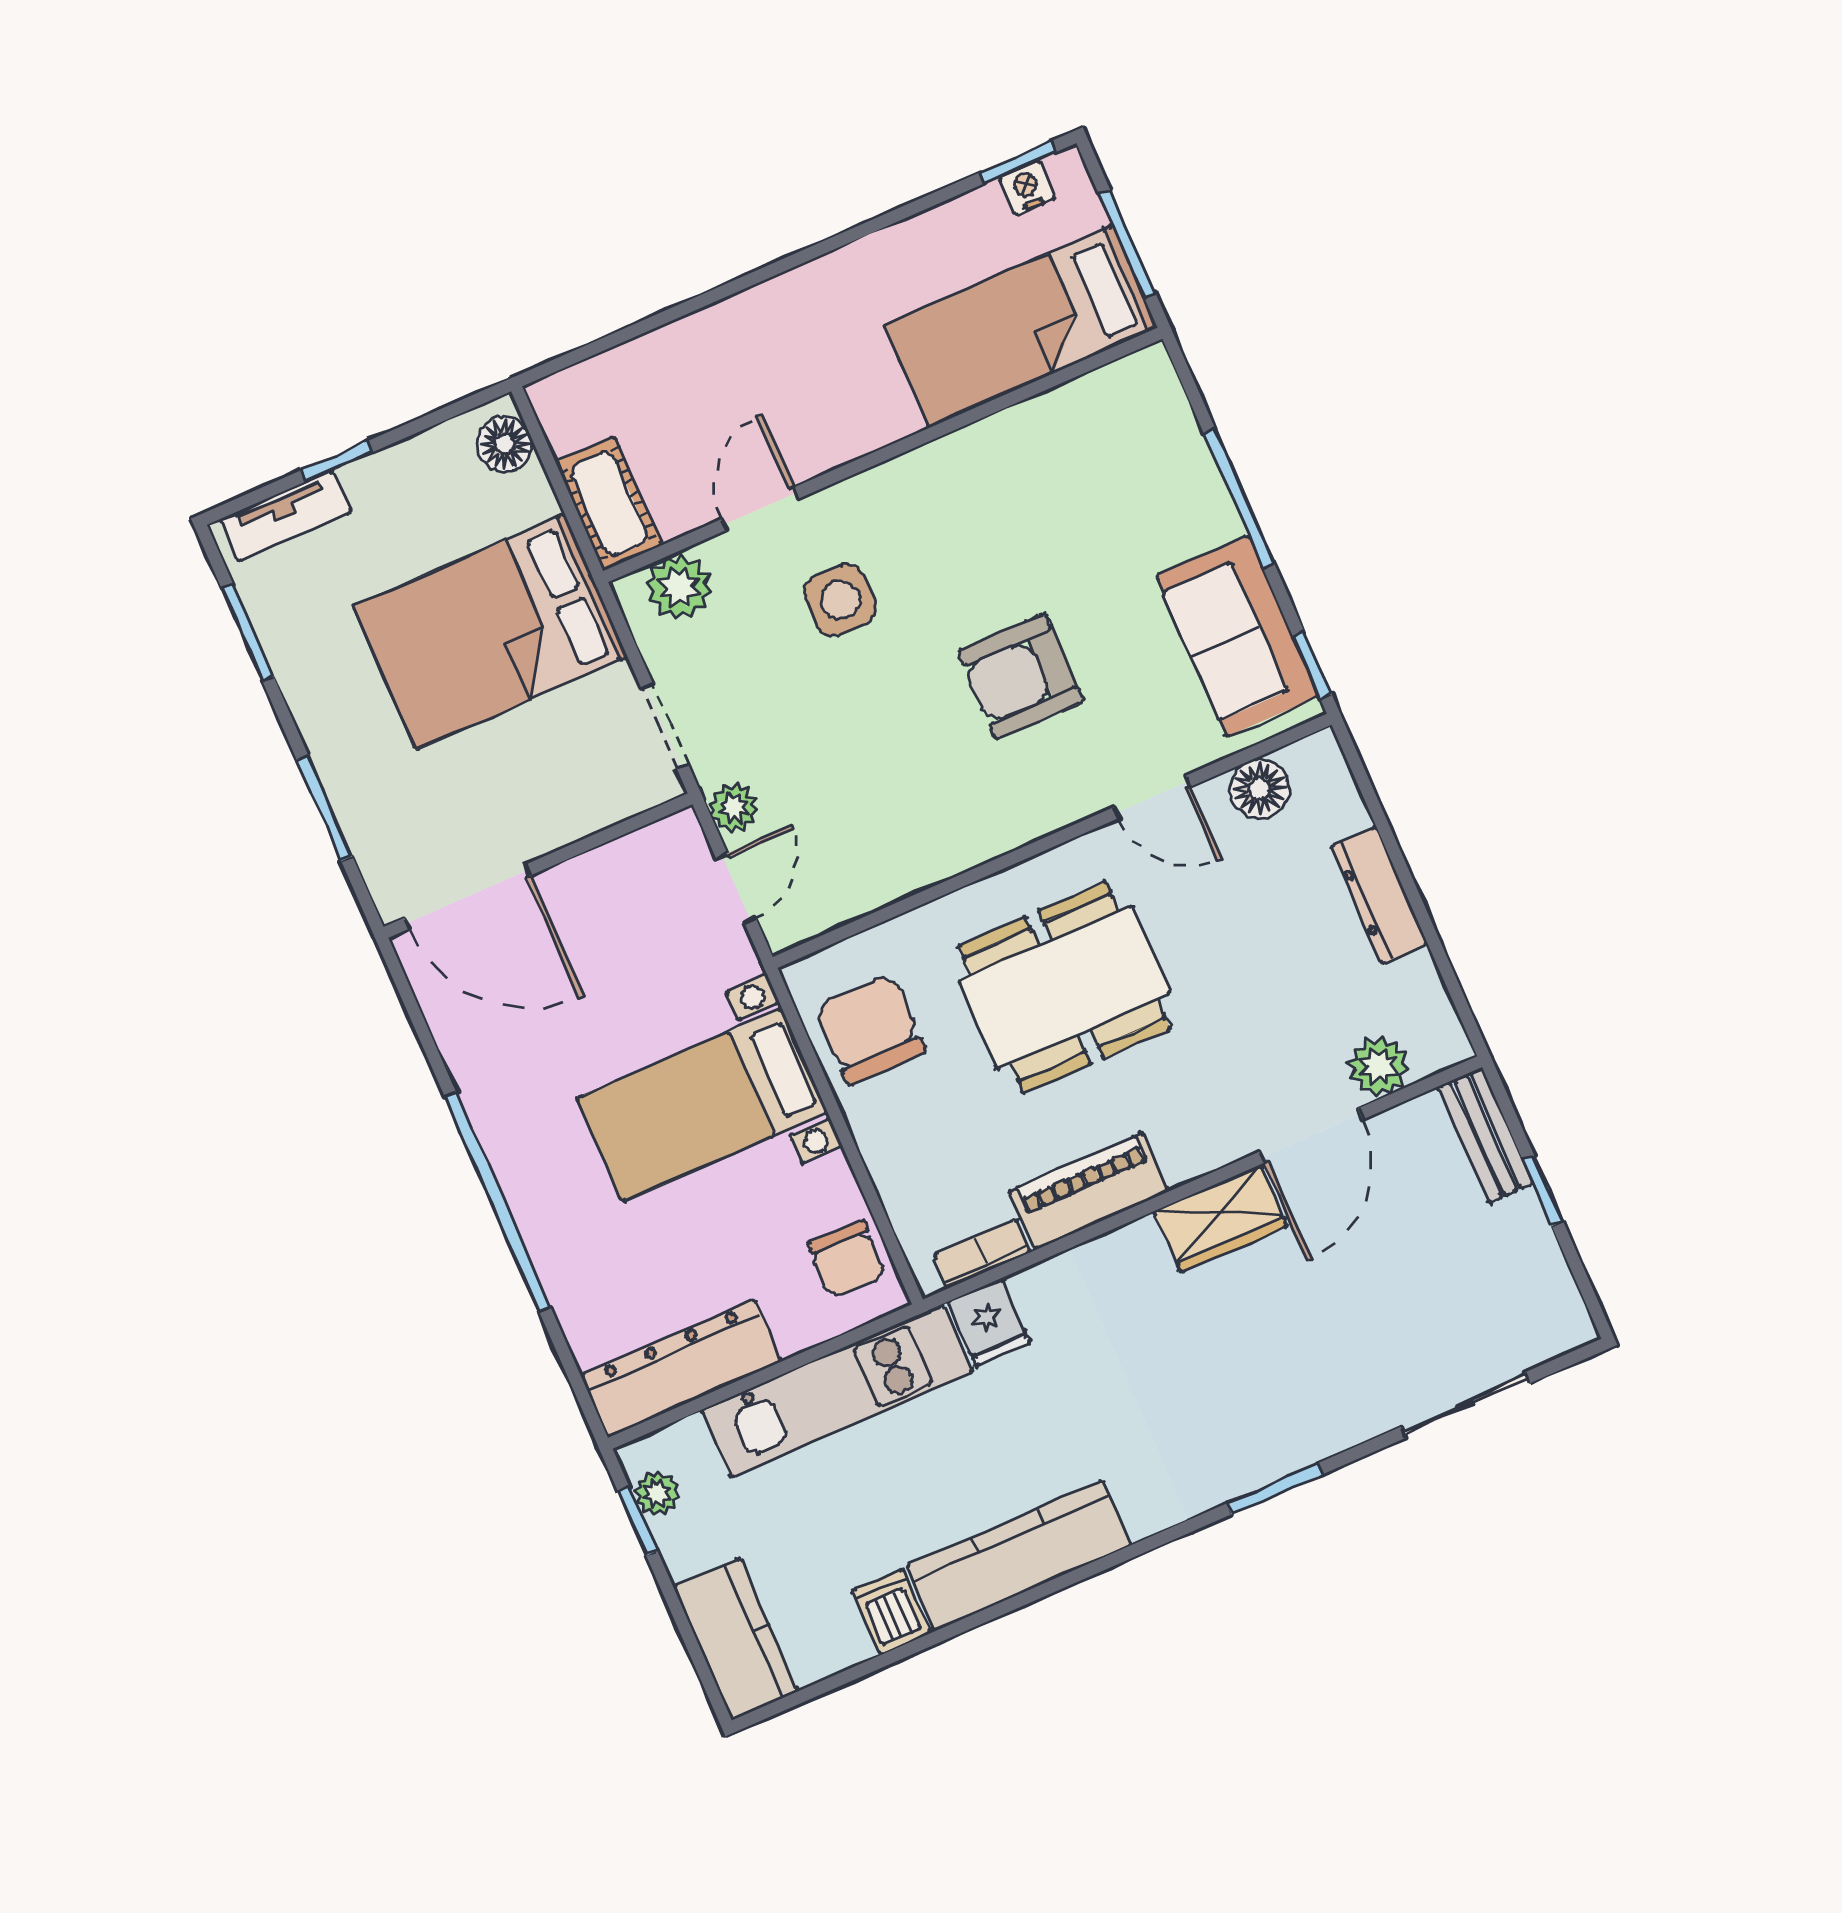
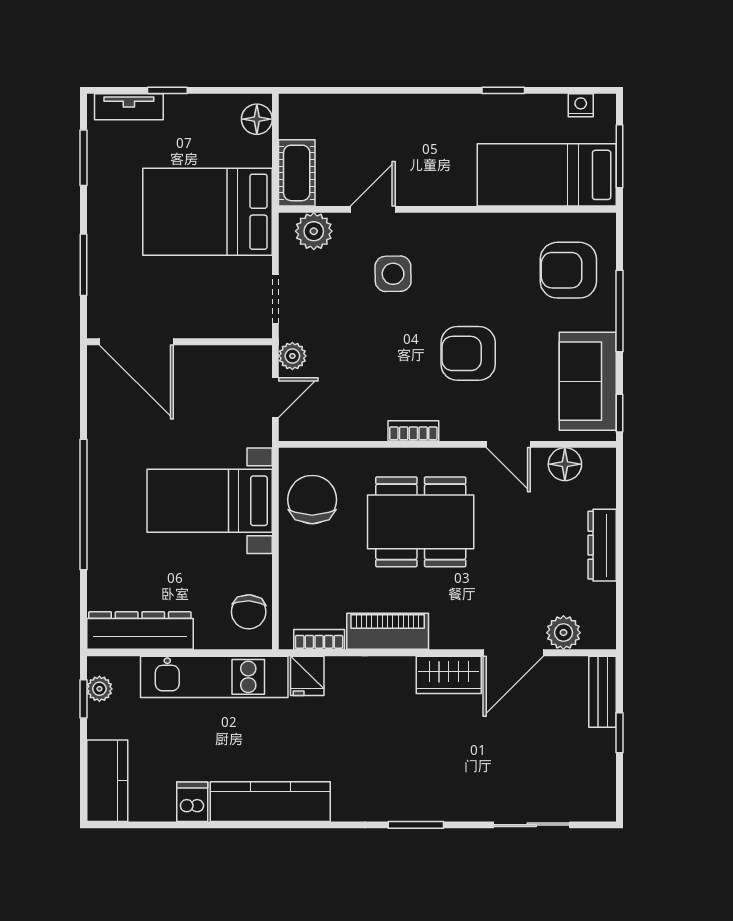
window: (1018, 162) -> (503, 90), moved
armchair: (1125, 467) -> (568, 270), added
bookcase: (987, 843) -> (413, 431), added

